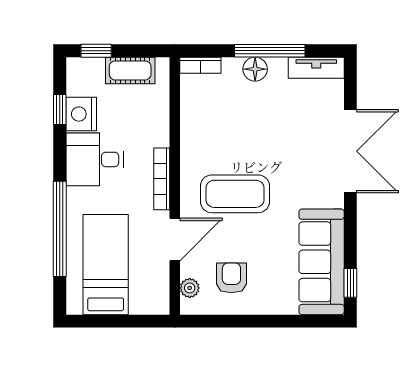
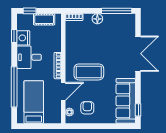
window: (270, 51) -> (117, 11), moved
tv unit: (316, 68) -> (123, 18), removed

